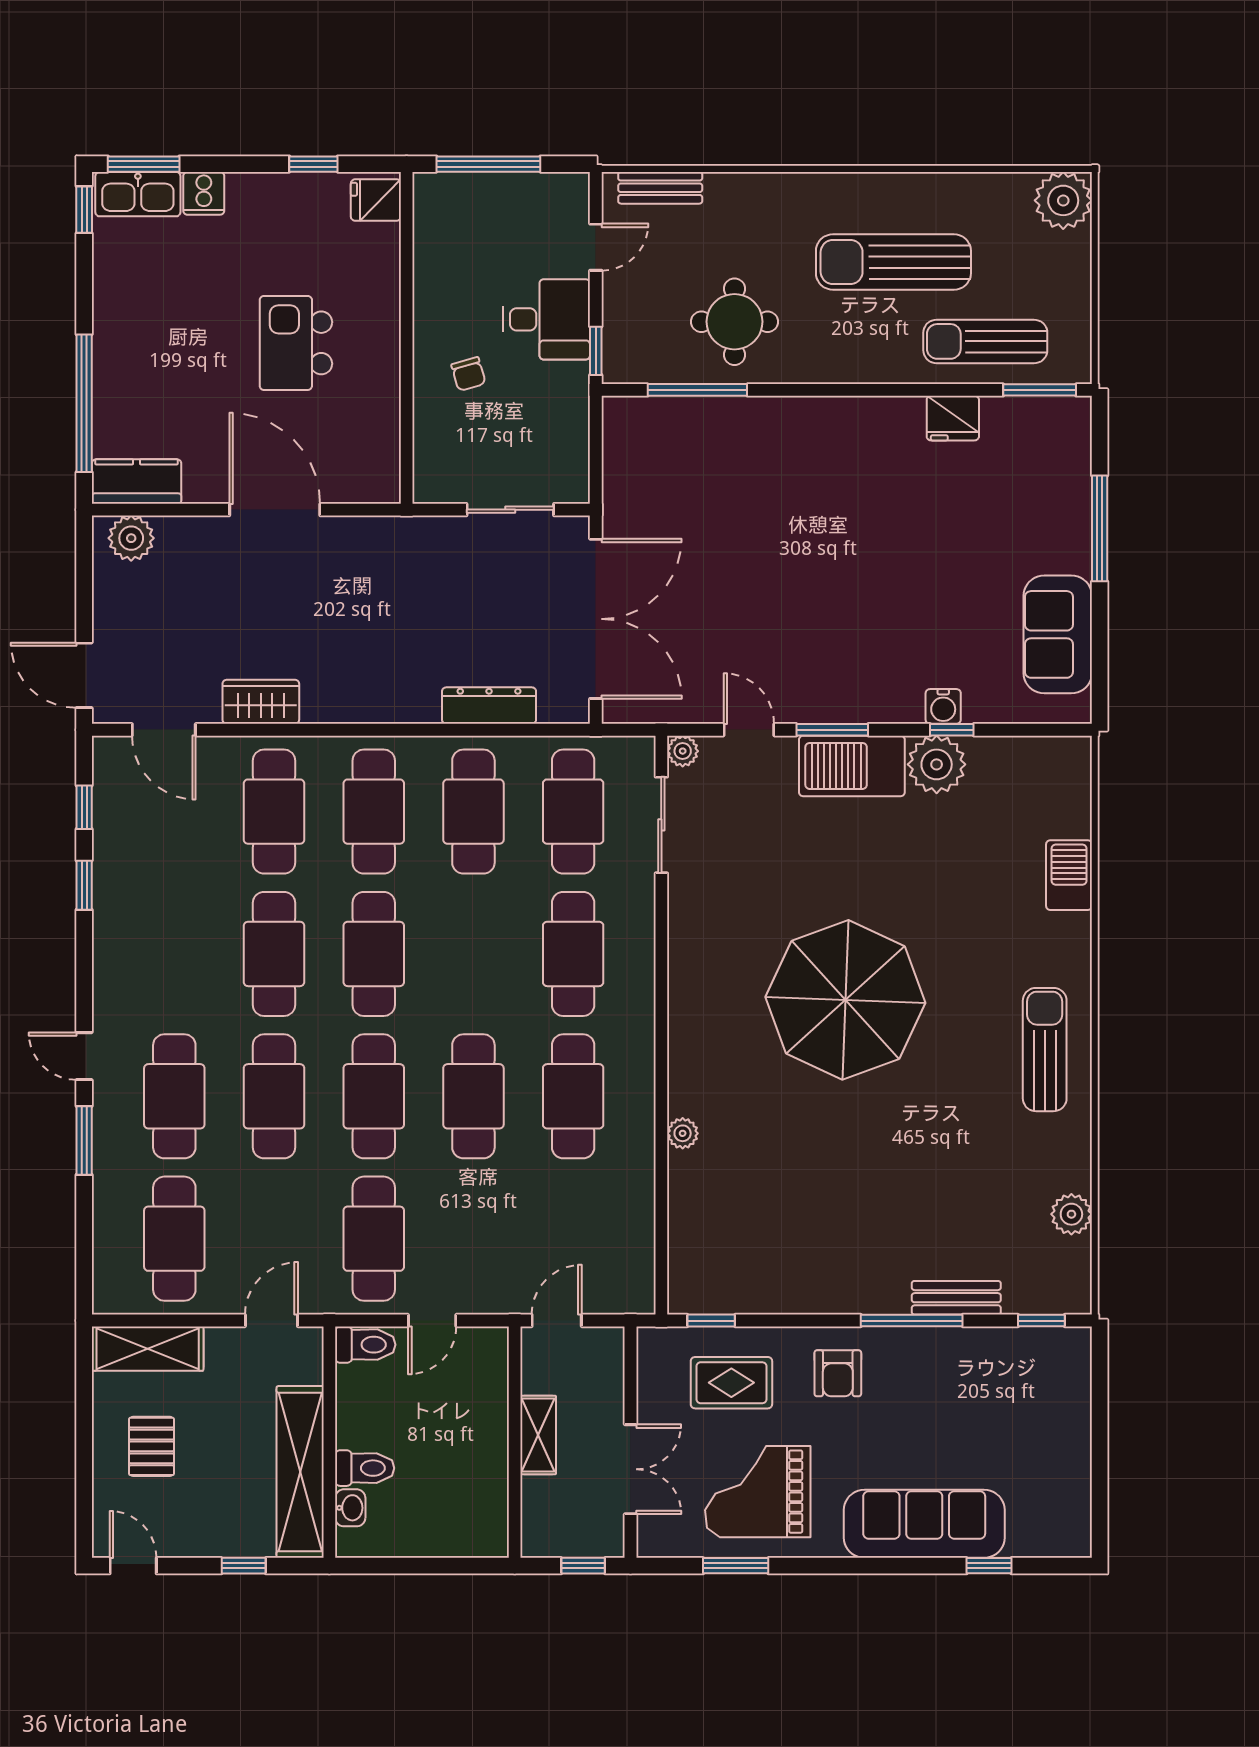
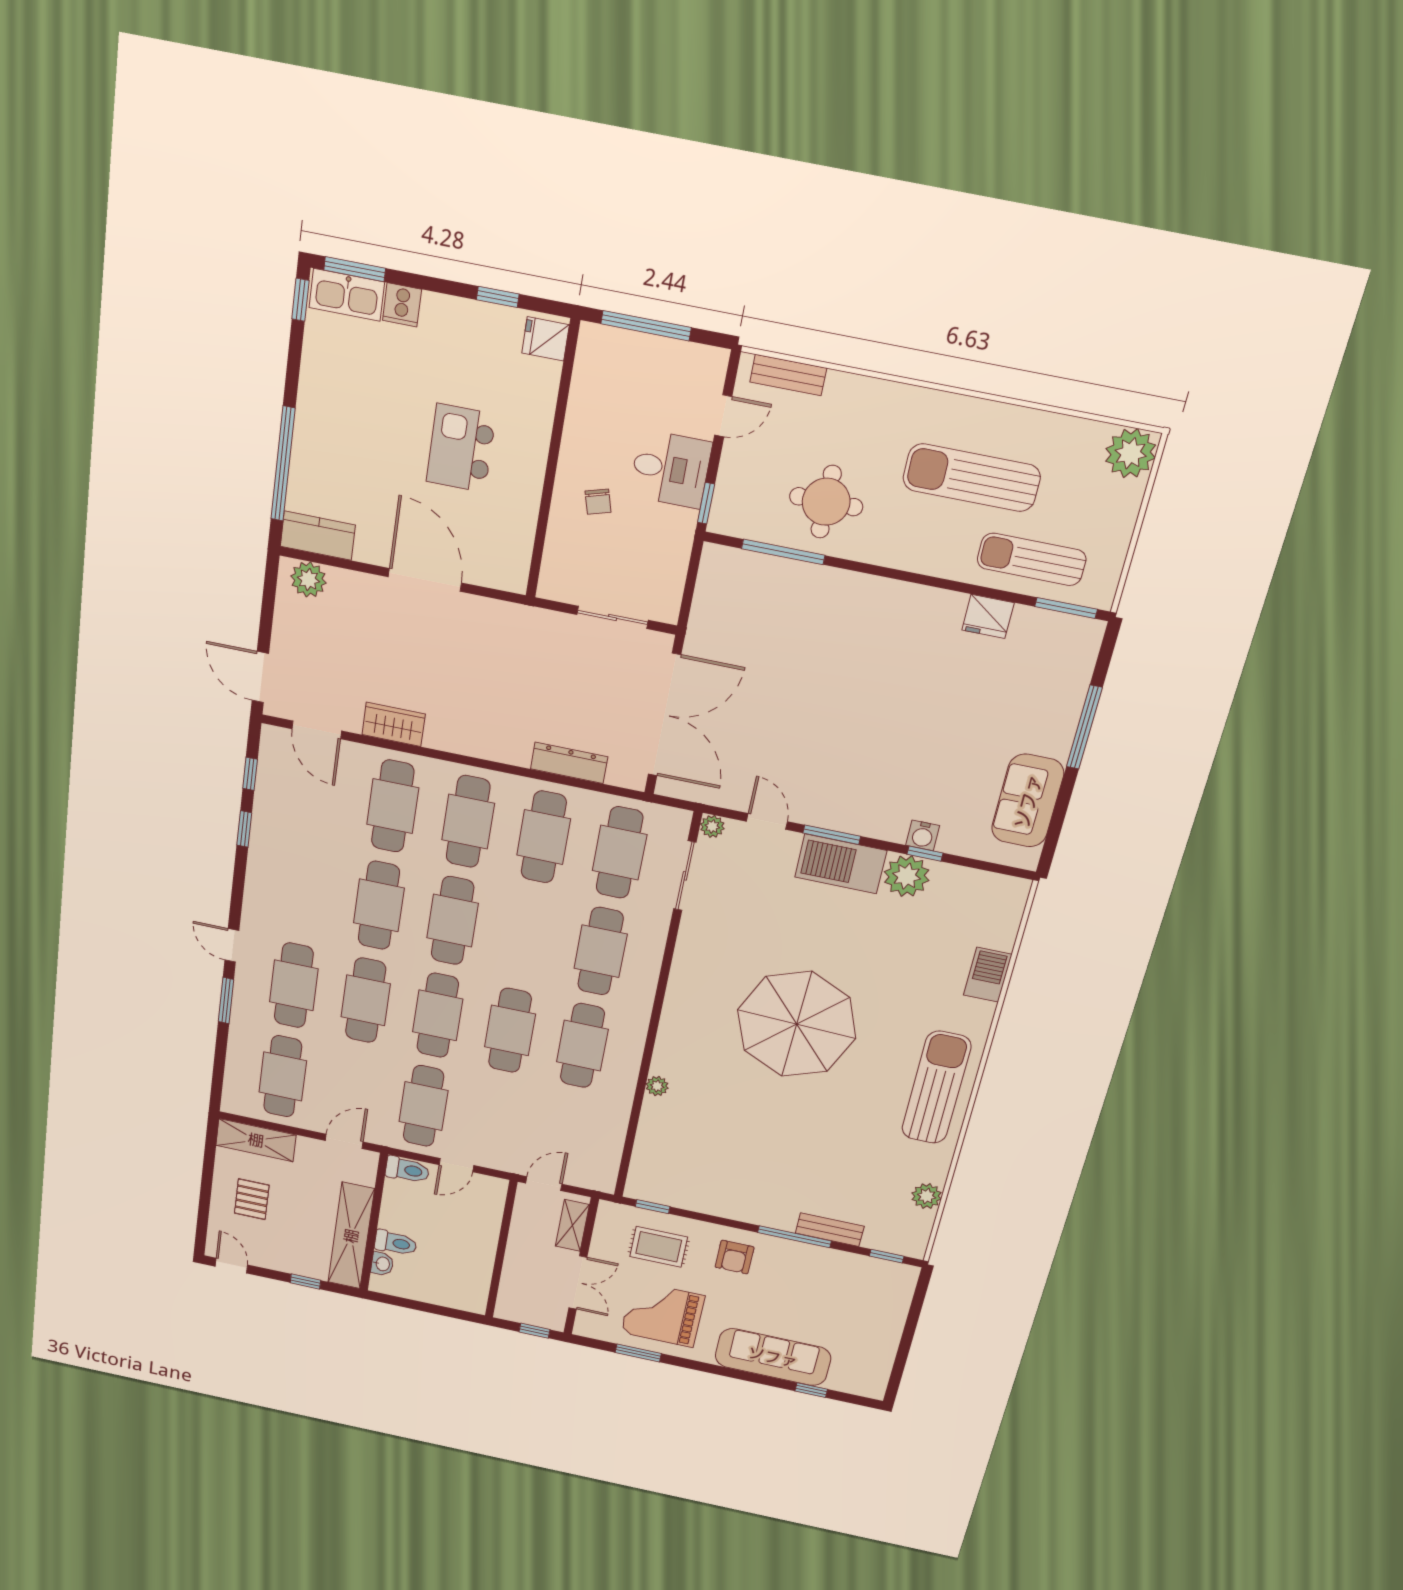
sun lounger: (1045, 1050) -> (936, 1088), width x1.36, depth x1.34
shelving: (538, 1435) -> (572, 1225), moved

